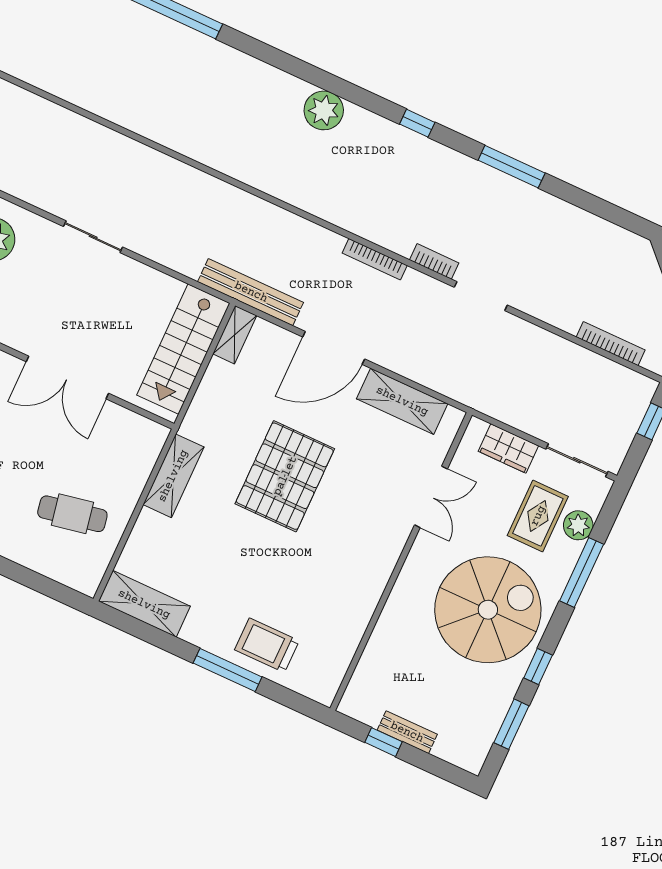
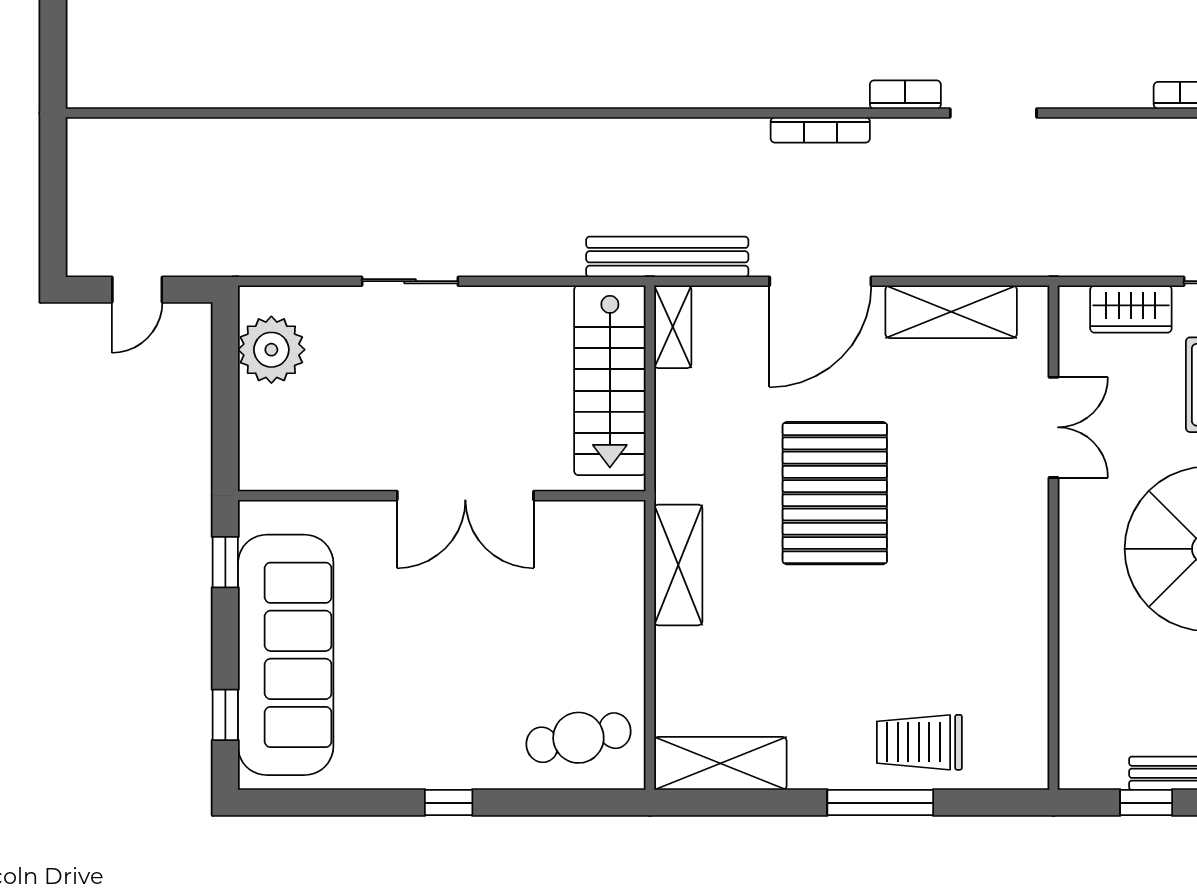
cafe table: (72, 514) -> (578, 738), moved

